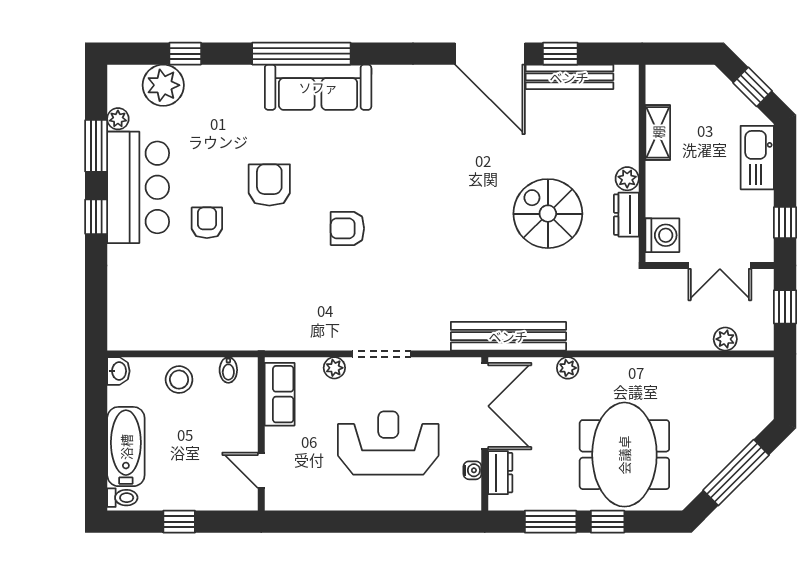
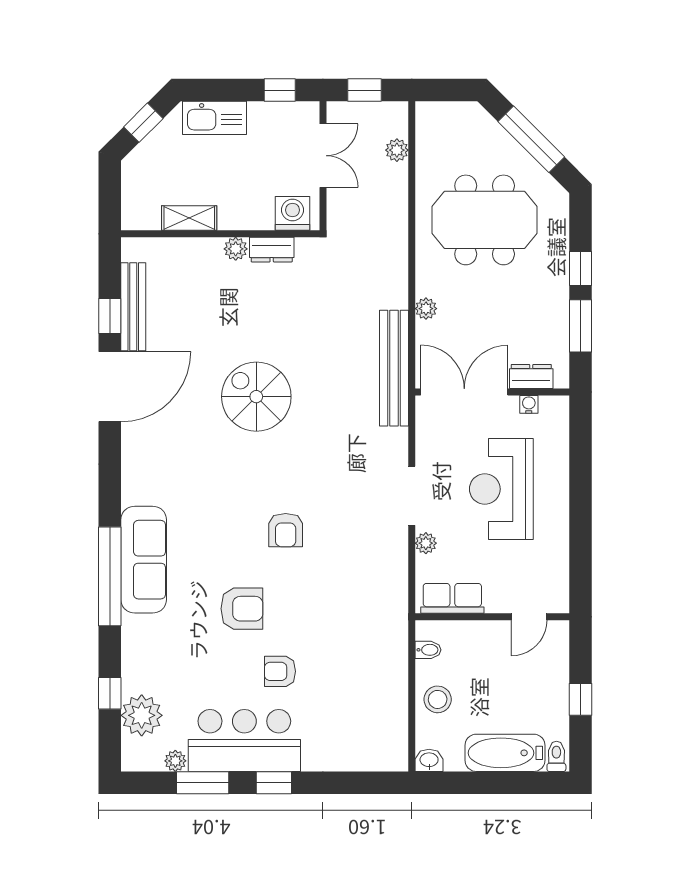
armchair: (269, 185) -> (242, 609), turned 180
spiral stairs: (548, 214) -> (256, 397), moved, turned 90
meeting table: (624, 455) -> (485, 220), moved

